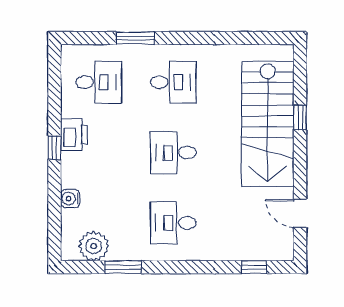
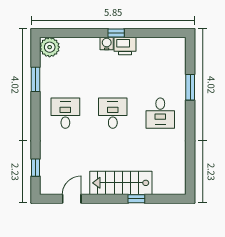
desk: (99, 82) -> (160, 63), removed
stairs: (268, 124) -> (121, 183), width x0.73, depth x0.66
water cooler: (70, 199) -> (107, 44), moved
plant: (94, 246) -> (50, 47), moved

